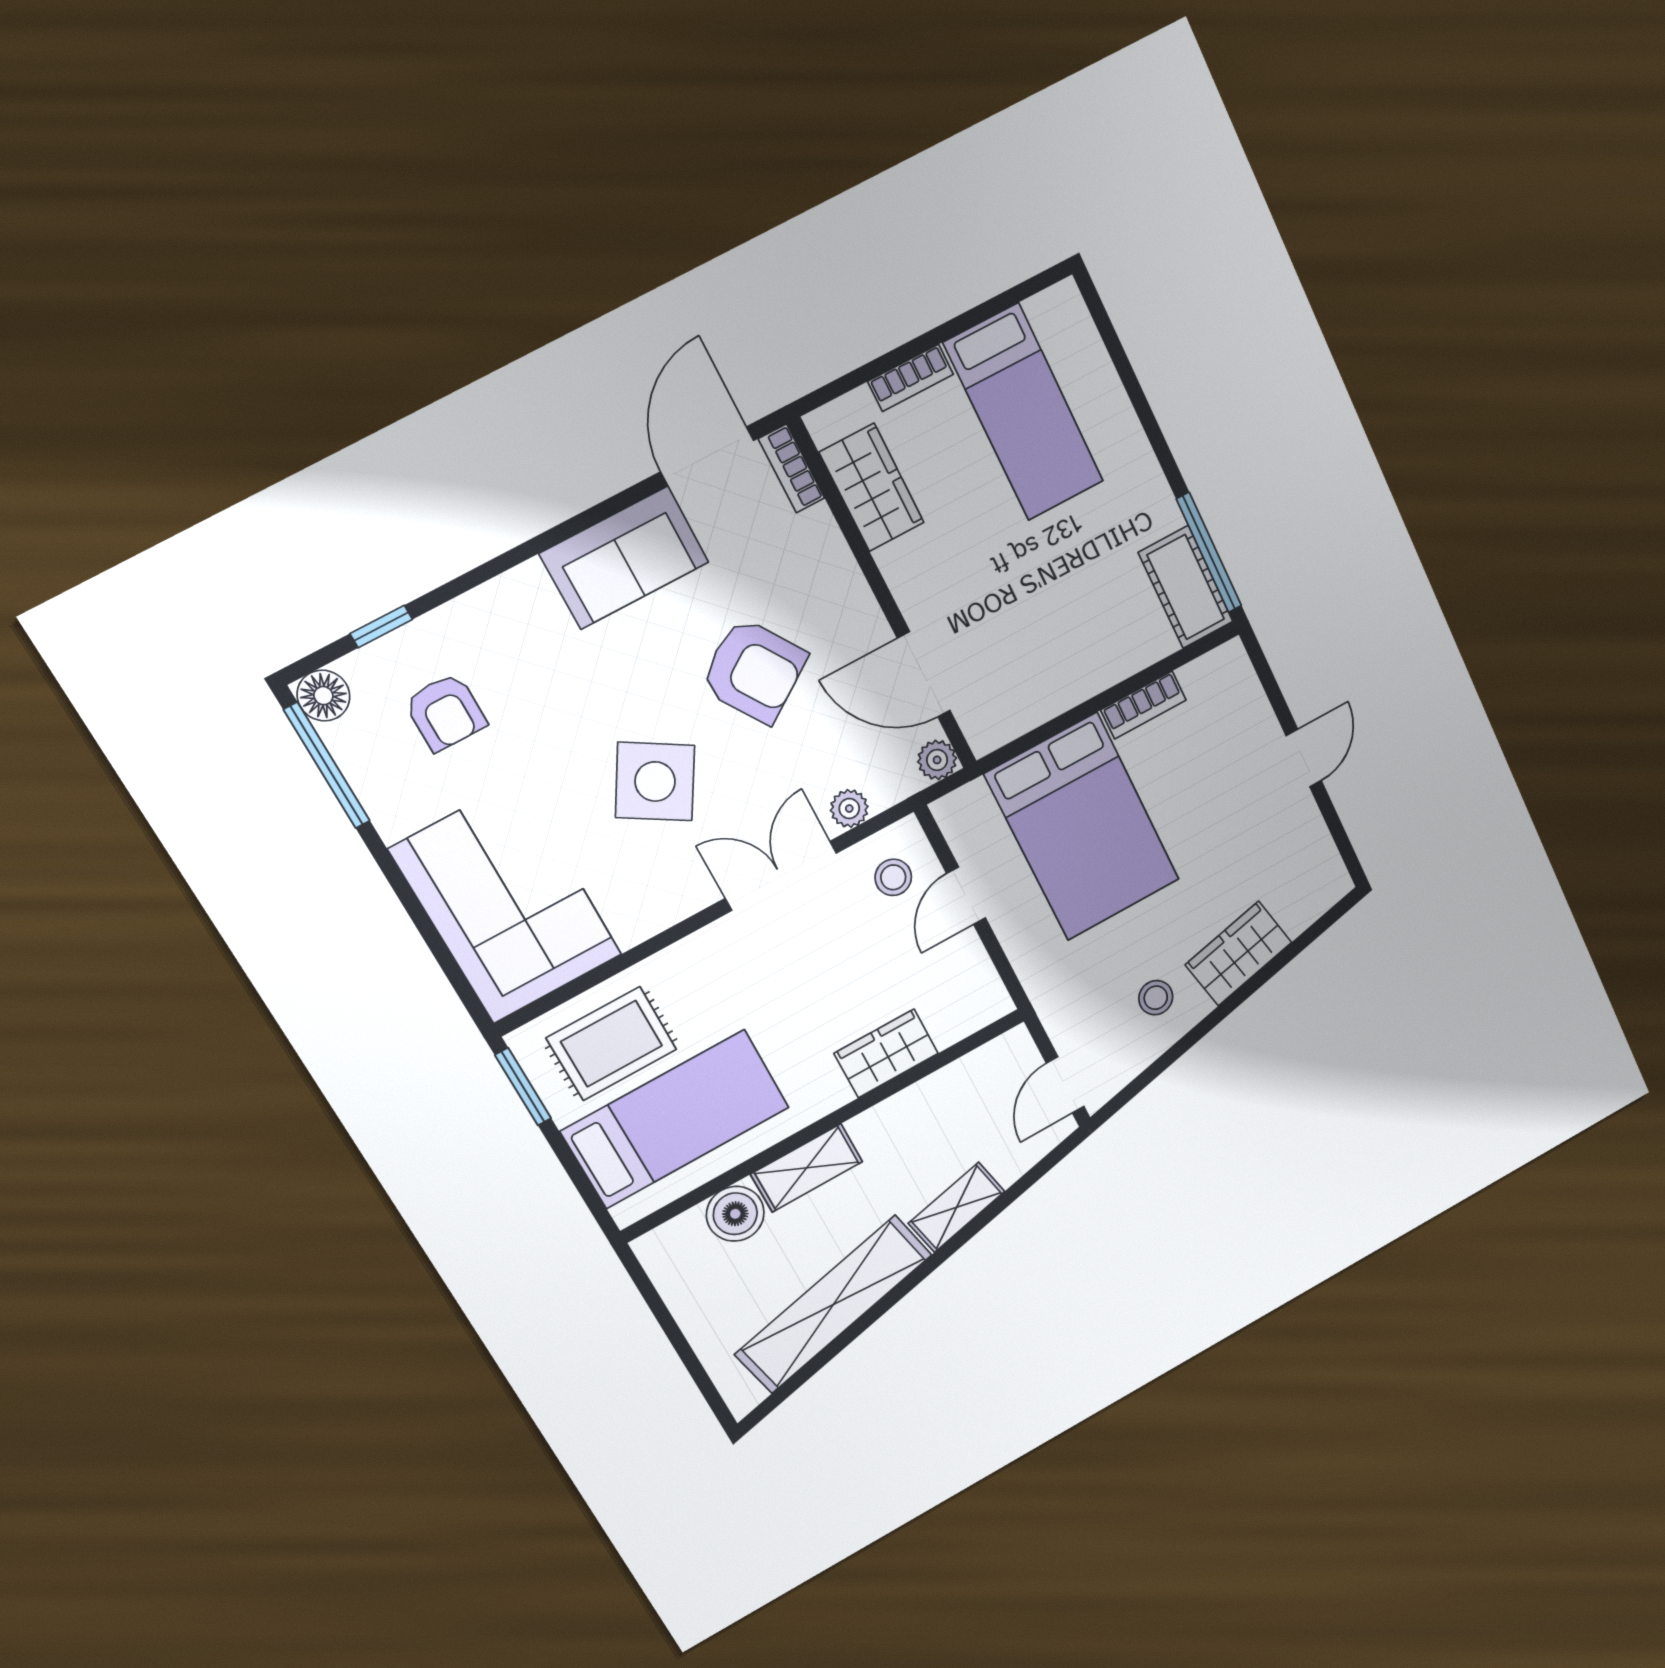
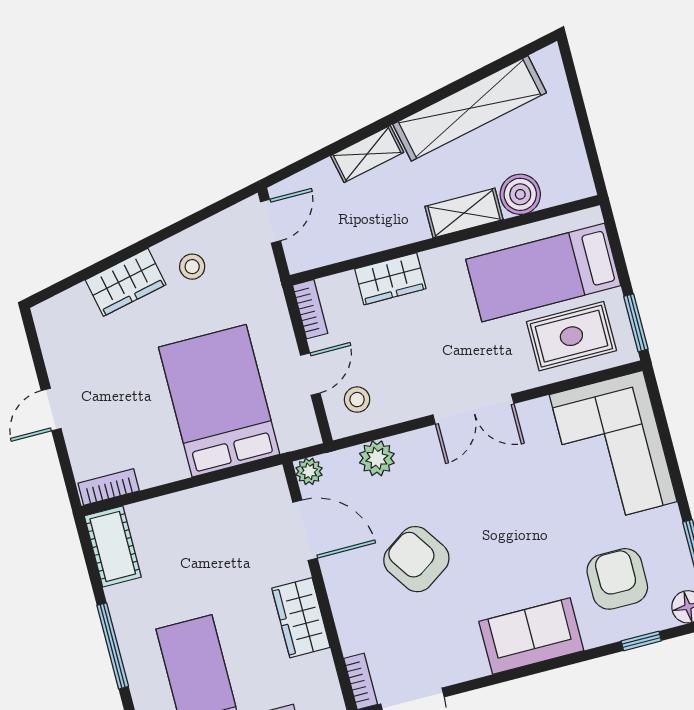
wardrobe: (872, 488) -> (301, 618), moved
window: (1209, 553) -> (113, 646), moved
sofa: (624, 558) -> (531, 636), moved
bookcase: (1143, 705) -> (109, 487), moved
armchair: (445, 712) -> (617, 579), width x1.38, depth x1.38
side table: (655, 781) -> (498, 503), removed
plant: (849, 809) -> (377, 458), width x1.38, depth x1.38
double door: (781, 876) -> (473, 409), moved
bookcase: (986, 984) -> (310, 309), added

